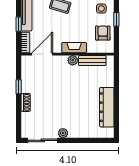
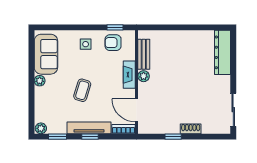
window: (116, 19) -> (115, 27), moved
window: (19, 24) -> (90, 137), moved
dresser: (107, 107) -> (223, 52), moved, turned 90
plant: (63, 133) -> (225, 87), removed

